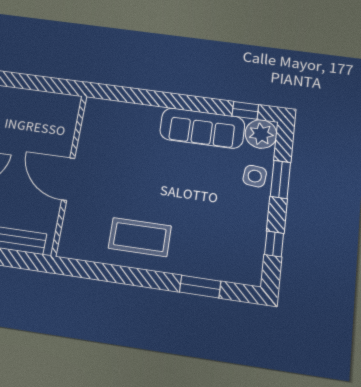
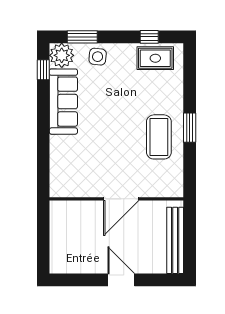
window: (280, 179) -> (82, 37), moved
rug: (245, 248) -> (155, 58), added
window: (200, 287) -> (190, 128), moved

